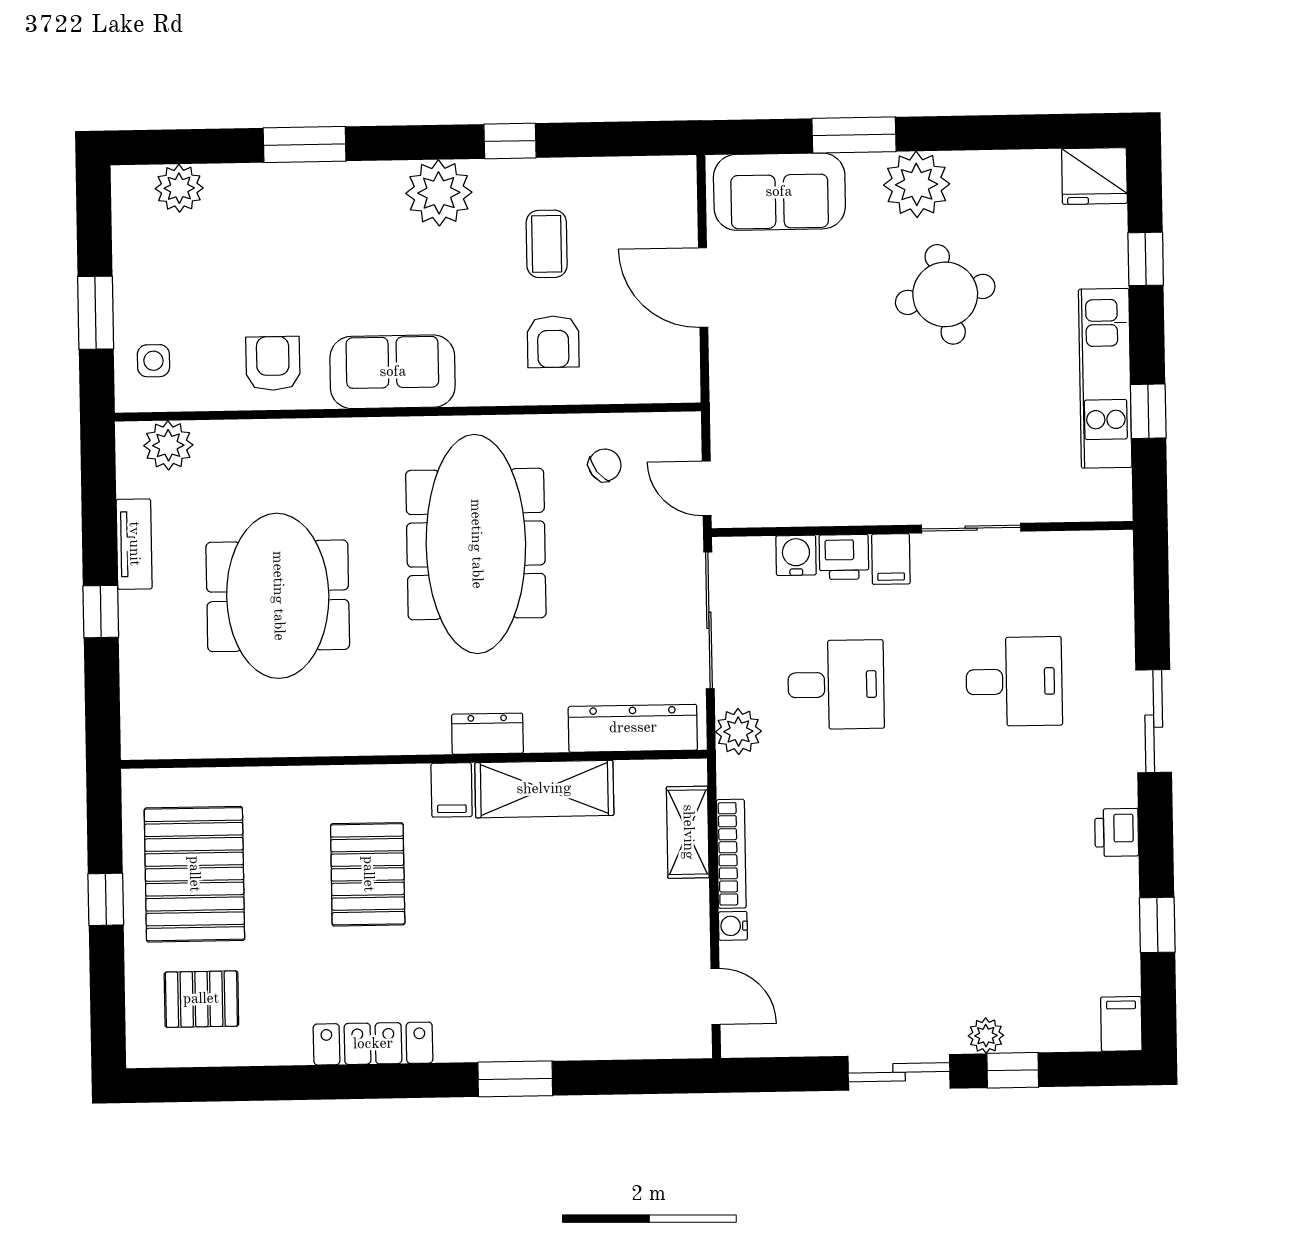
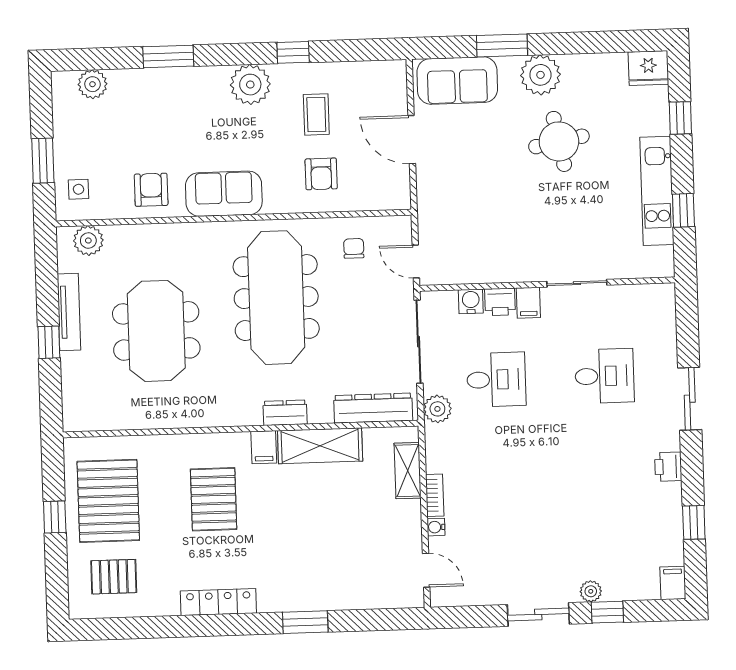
chair: (605, 465) -> (354, 248), turned -53
tv unit: (134, 544) -> (69, 312), width x1.41
bookcase: (731, 854) -> (435, 495), width x0.64

